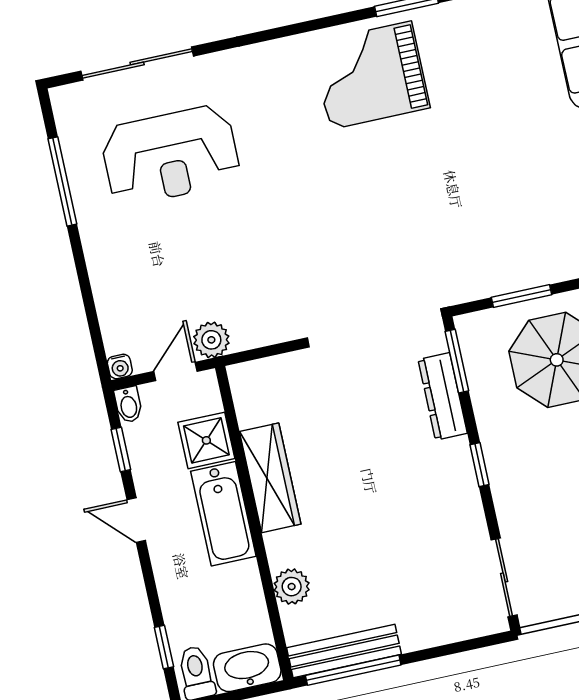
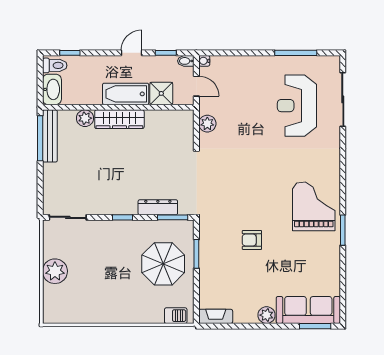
armchair: (468, 188) -> (252, 240), added
plant: (211, 340) -> (207, 124), moved
wardrobe: (270, 478) -> (119, 119), moved

